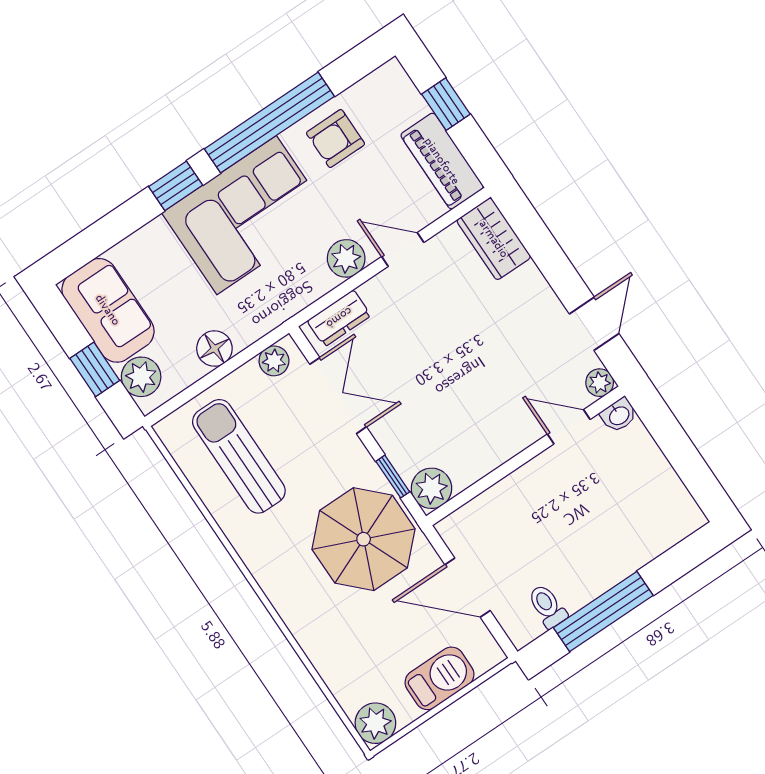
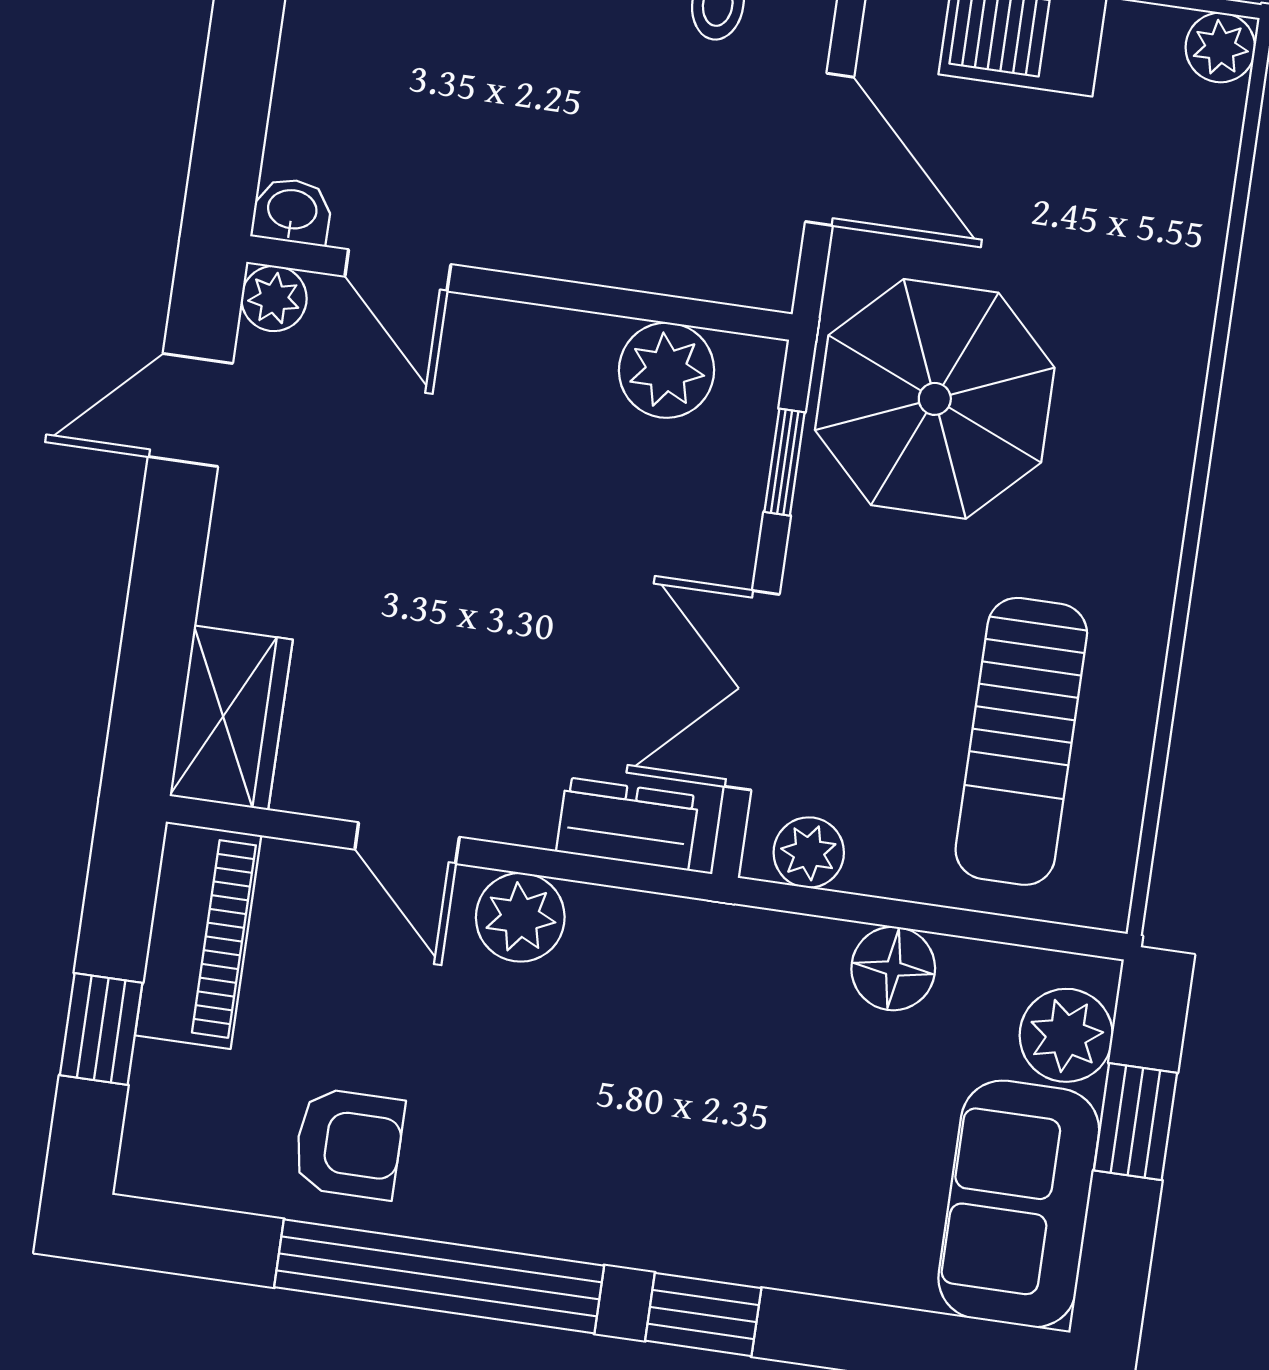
corner sofa: (247, 215) -> (626, 1151), removed
plant: (432, 488) -> (666, 370), moved
plant: (375, 723) -> (1220, 47), width x0.73, depth x0.73

